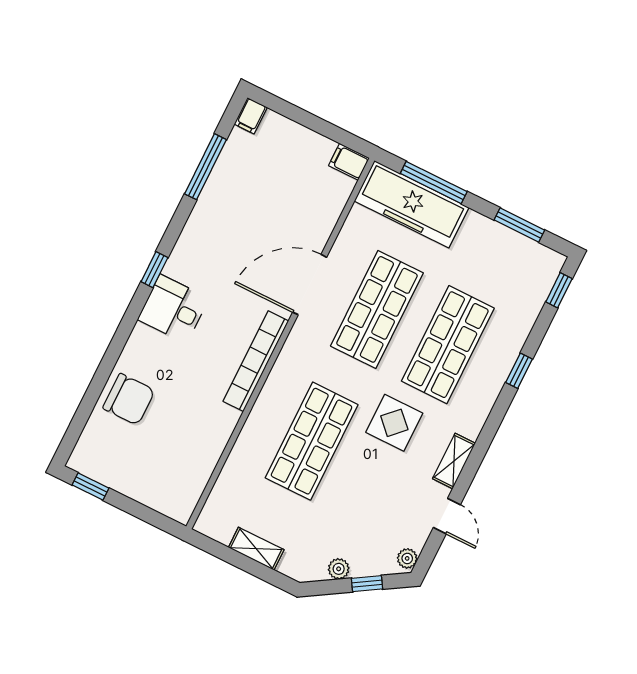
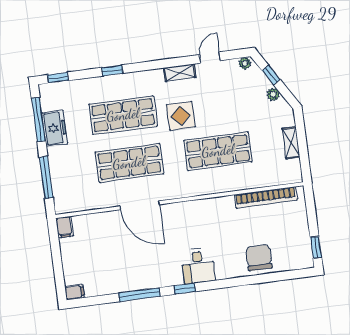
window: (205, 167) -> (139, 295), moved
freezer: (412, 204) -> (55, 128), moved, width x0.52, depth x0.79
window: (519, 225) -> (39, 120), width x1.44
bookcase: (256, 361) -> (266, 197), moved

